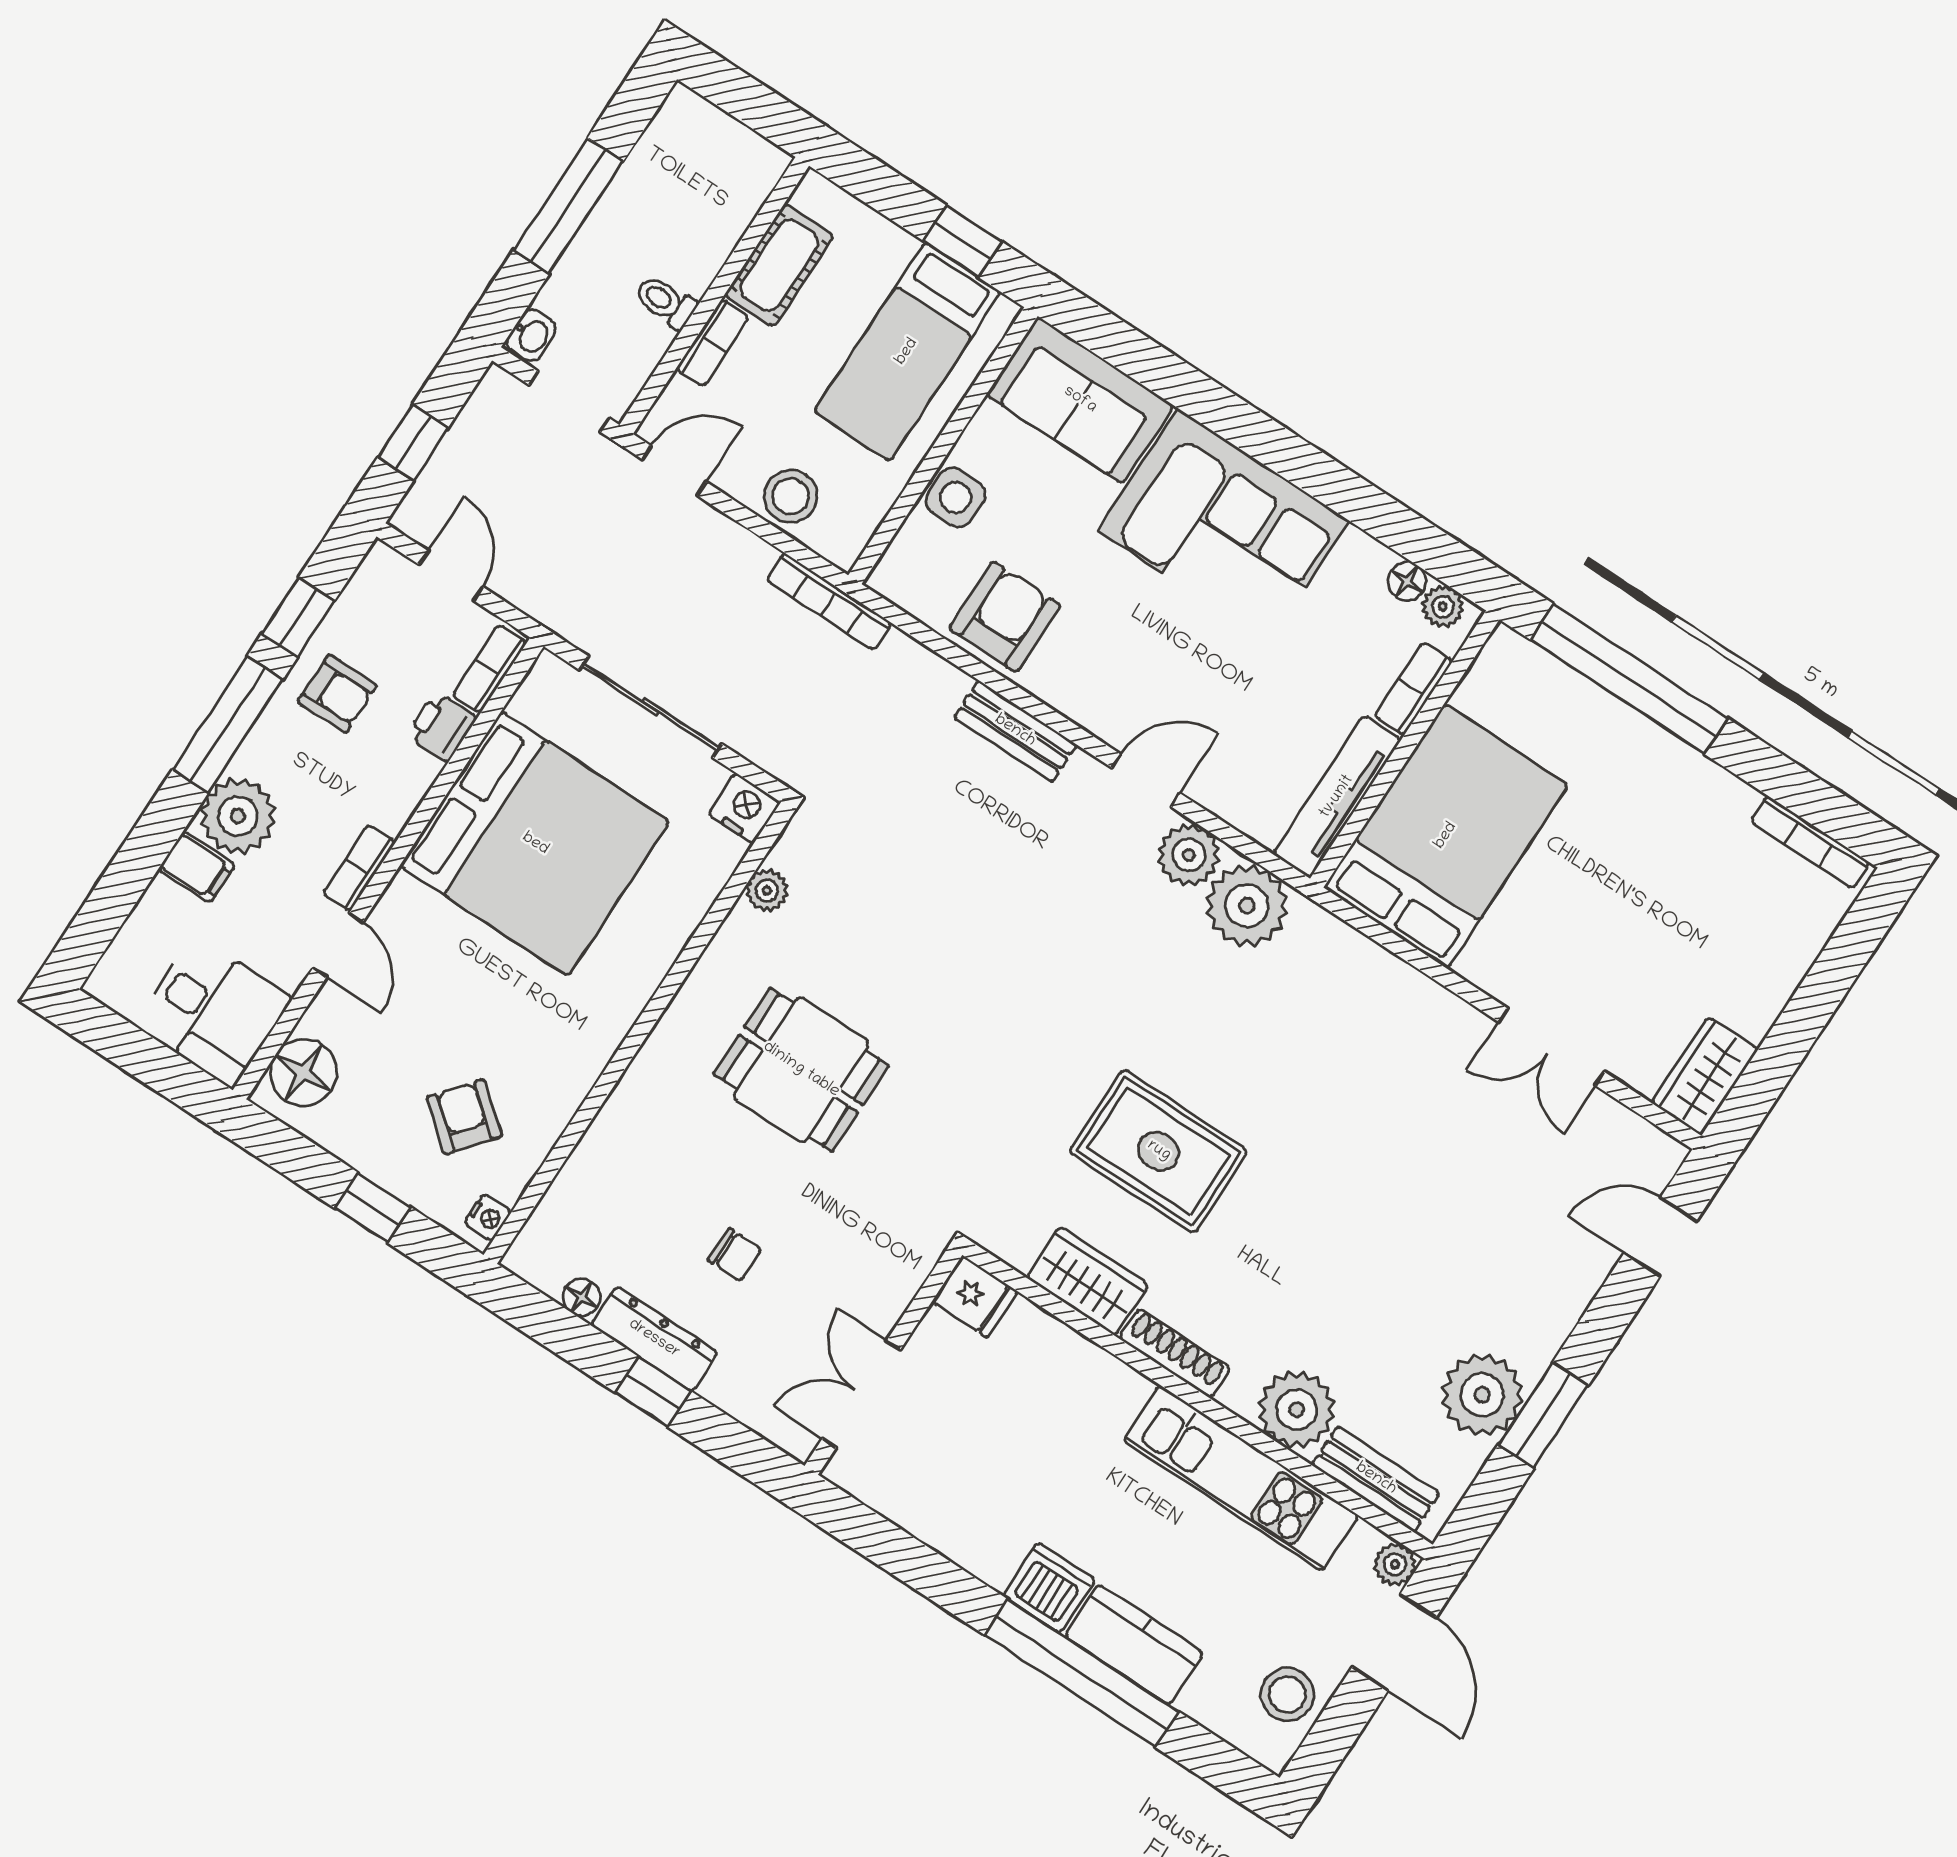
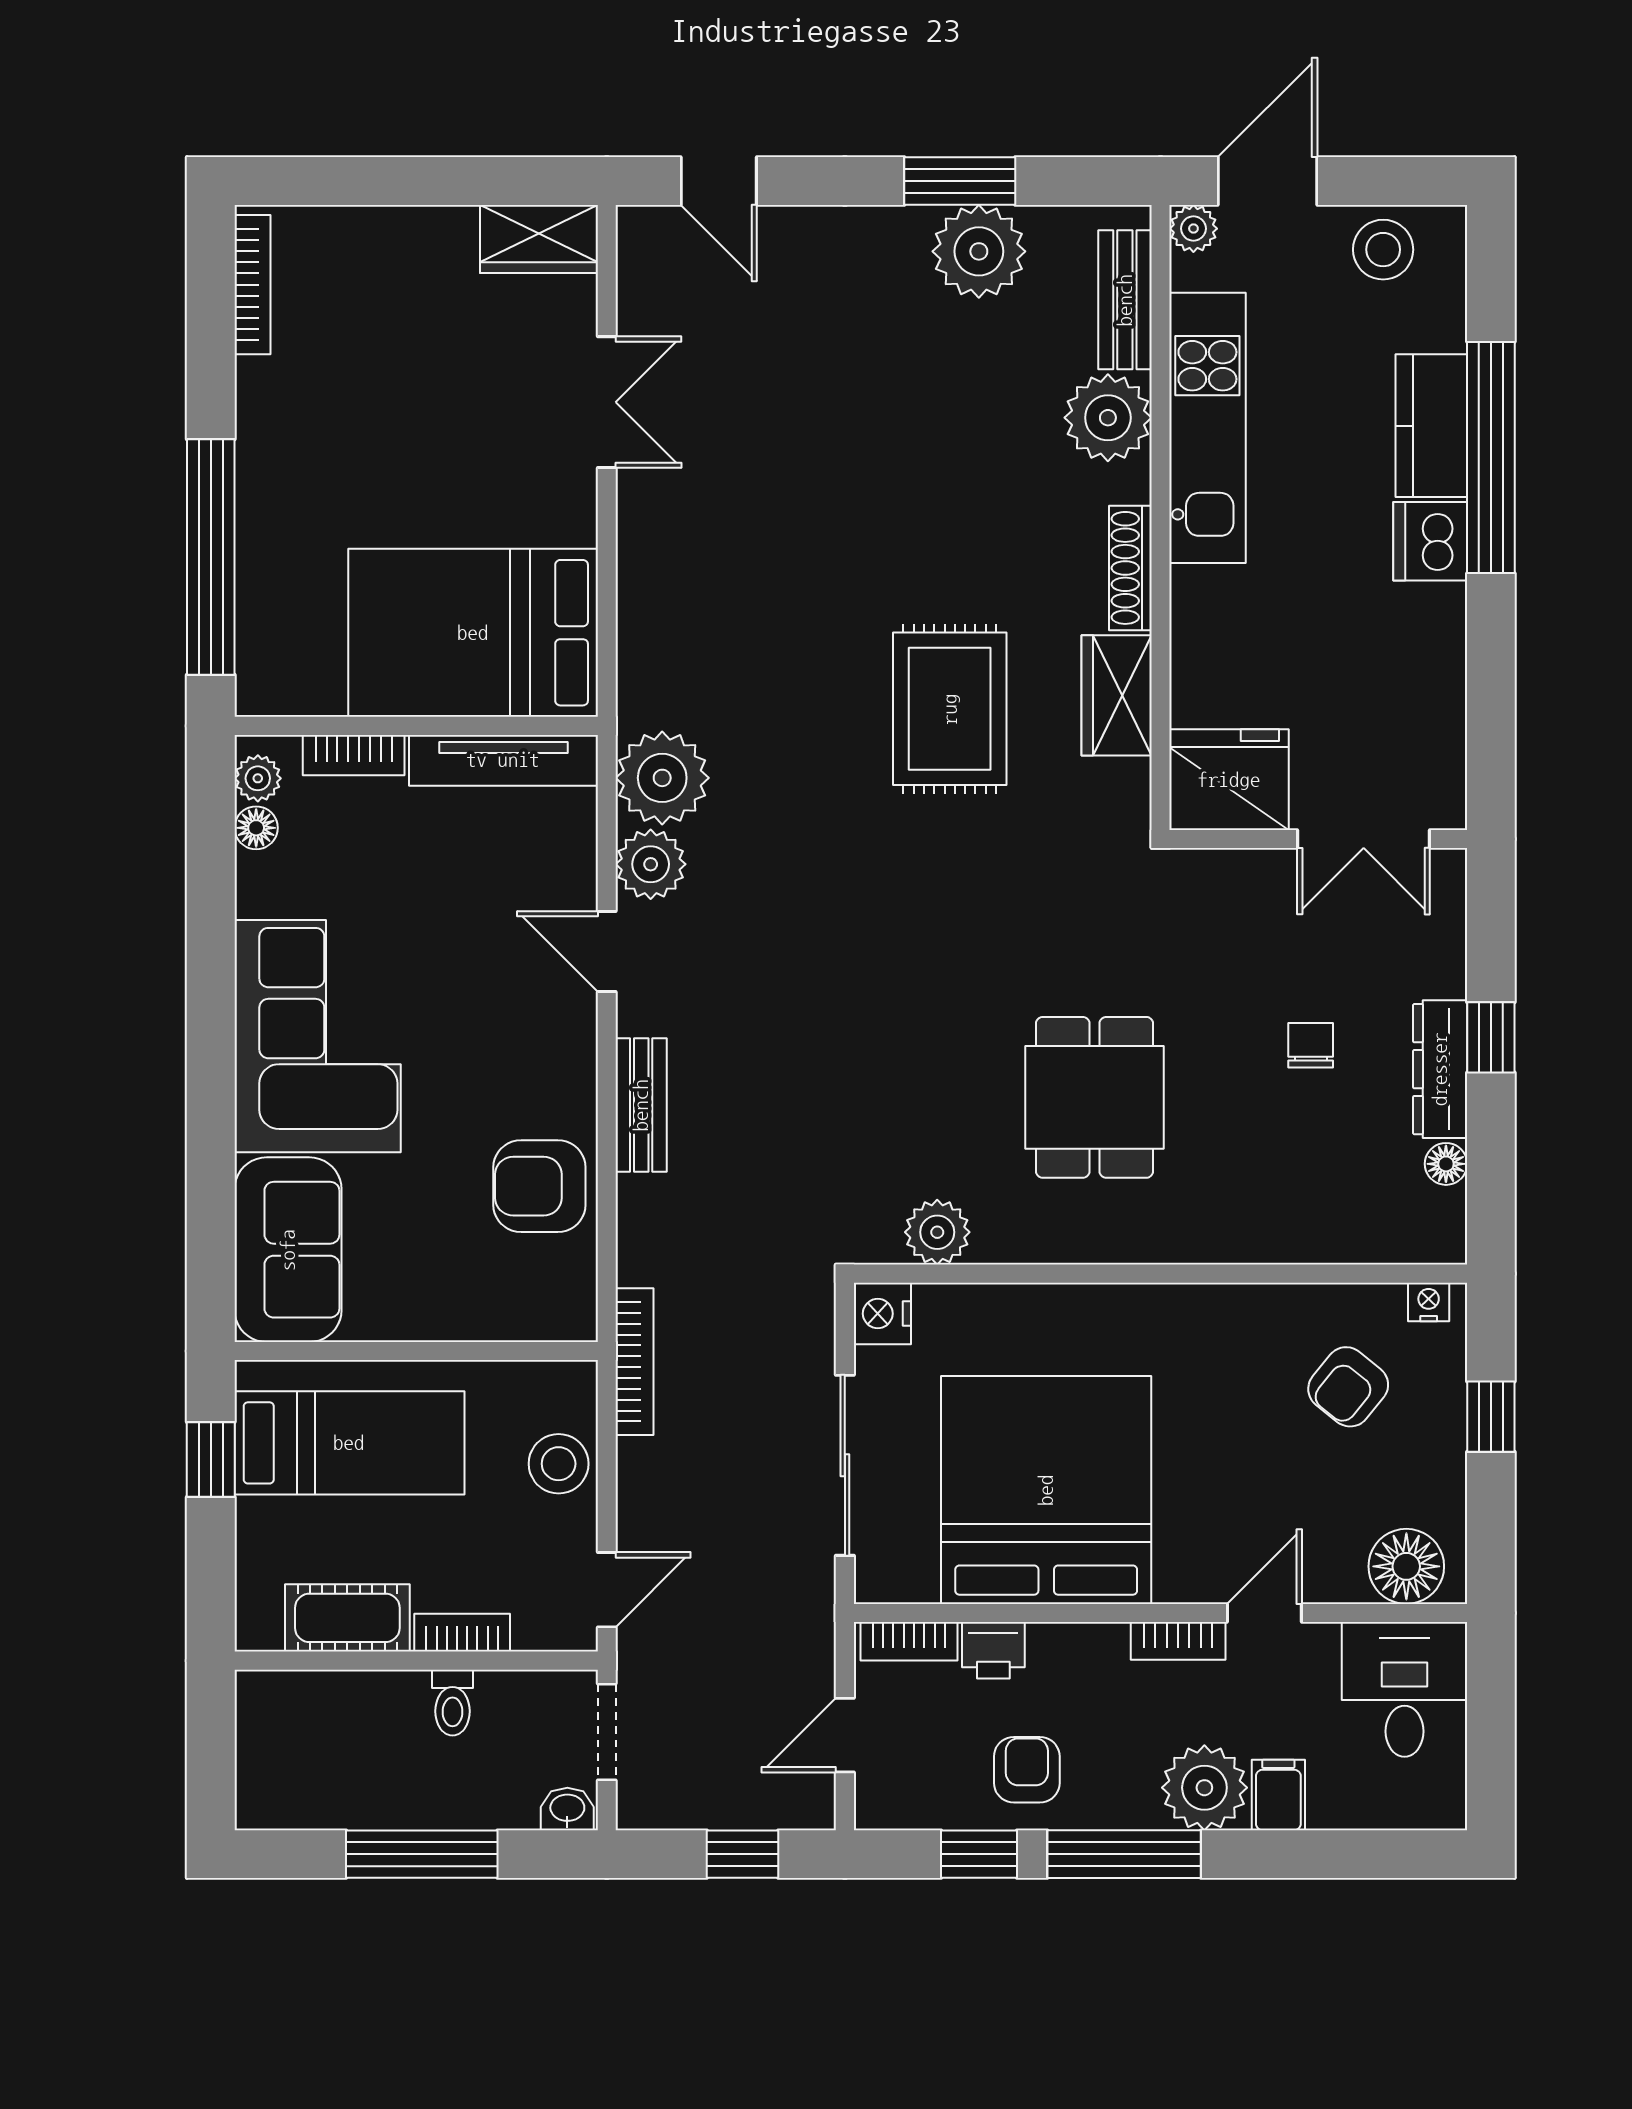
door: (674, 471) -> (607, 1590), swing flipped
side table: (956, 498) -> (457, 1307), removed
plant: (767, 890) -> (937, 1232), width x1.38, depth x1.38
fridge: (975, 1296) -> (1229, 780), width x1.88, depth x1.34

